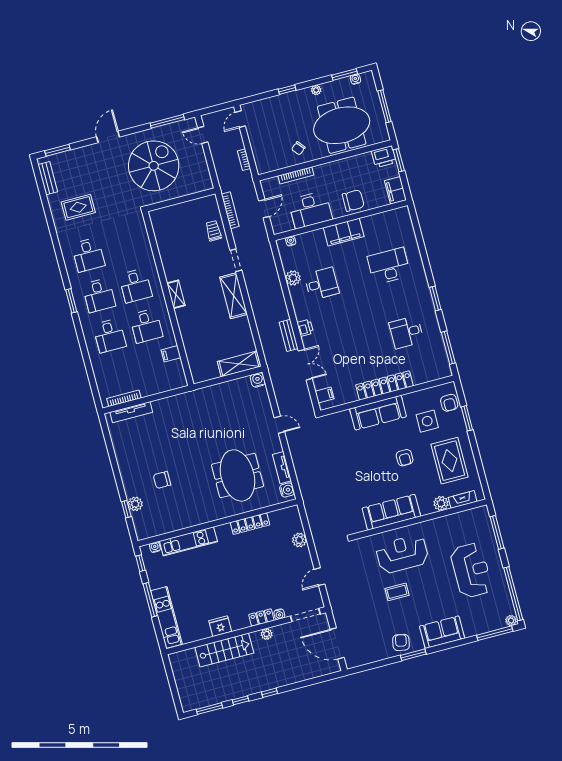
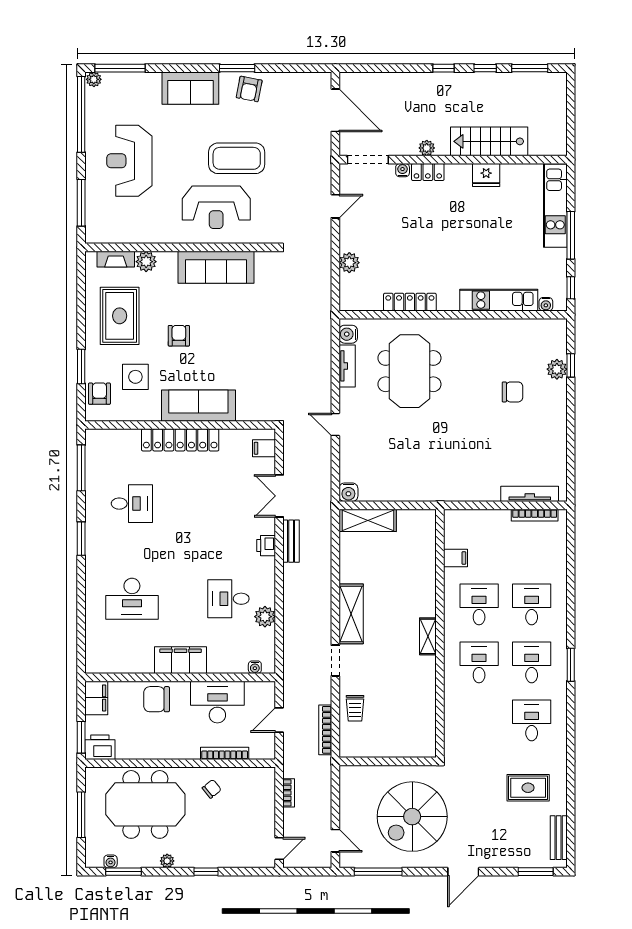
coffee table: (397, 592) -> (237, 158), width x1.86, depth x1.72

